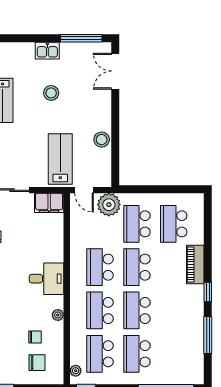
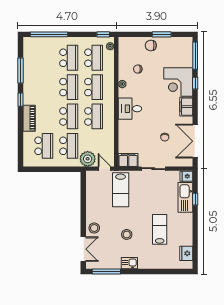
stool: (102, 140) -> (94, 228), moved
chair: (37, 363) -> (151, 45), moved

